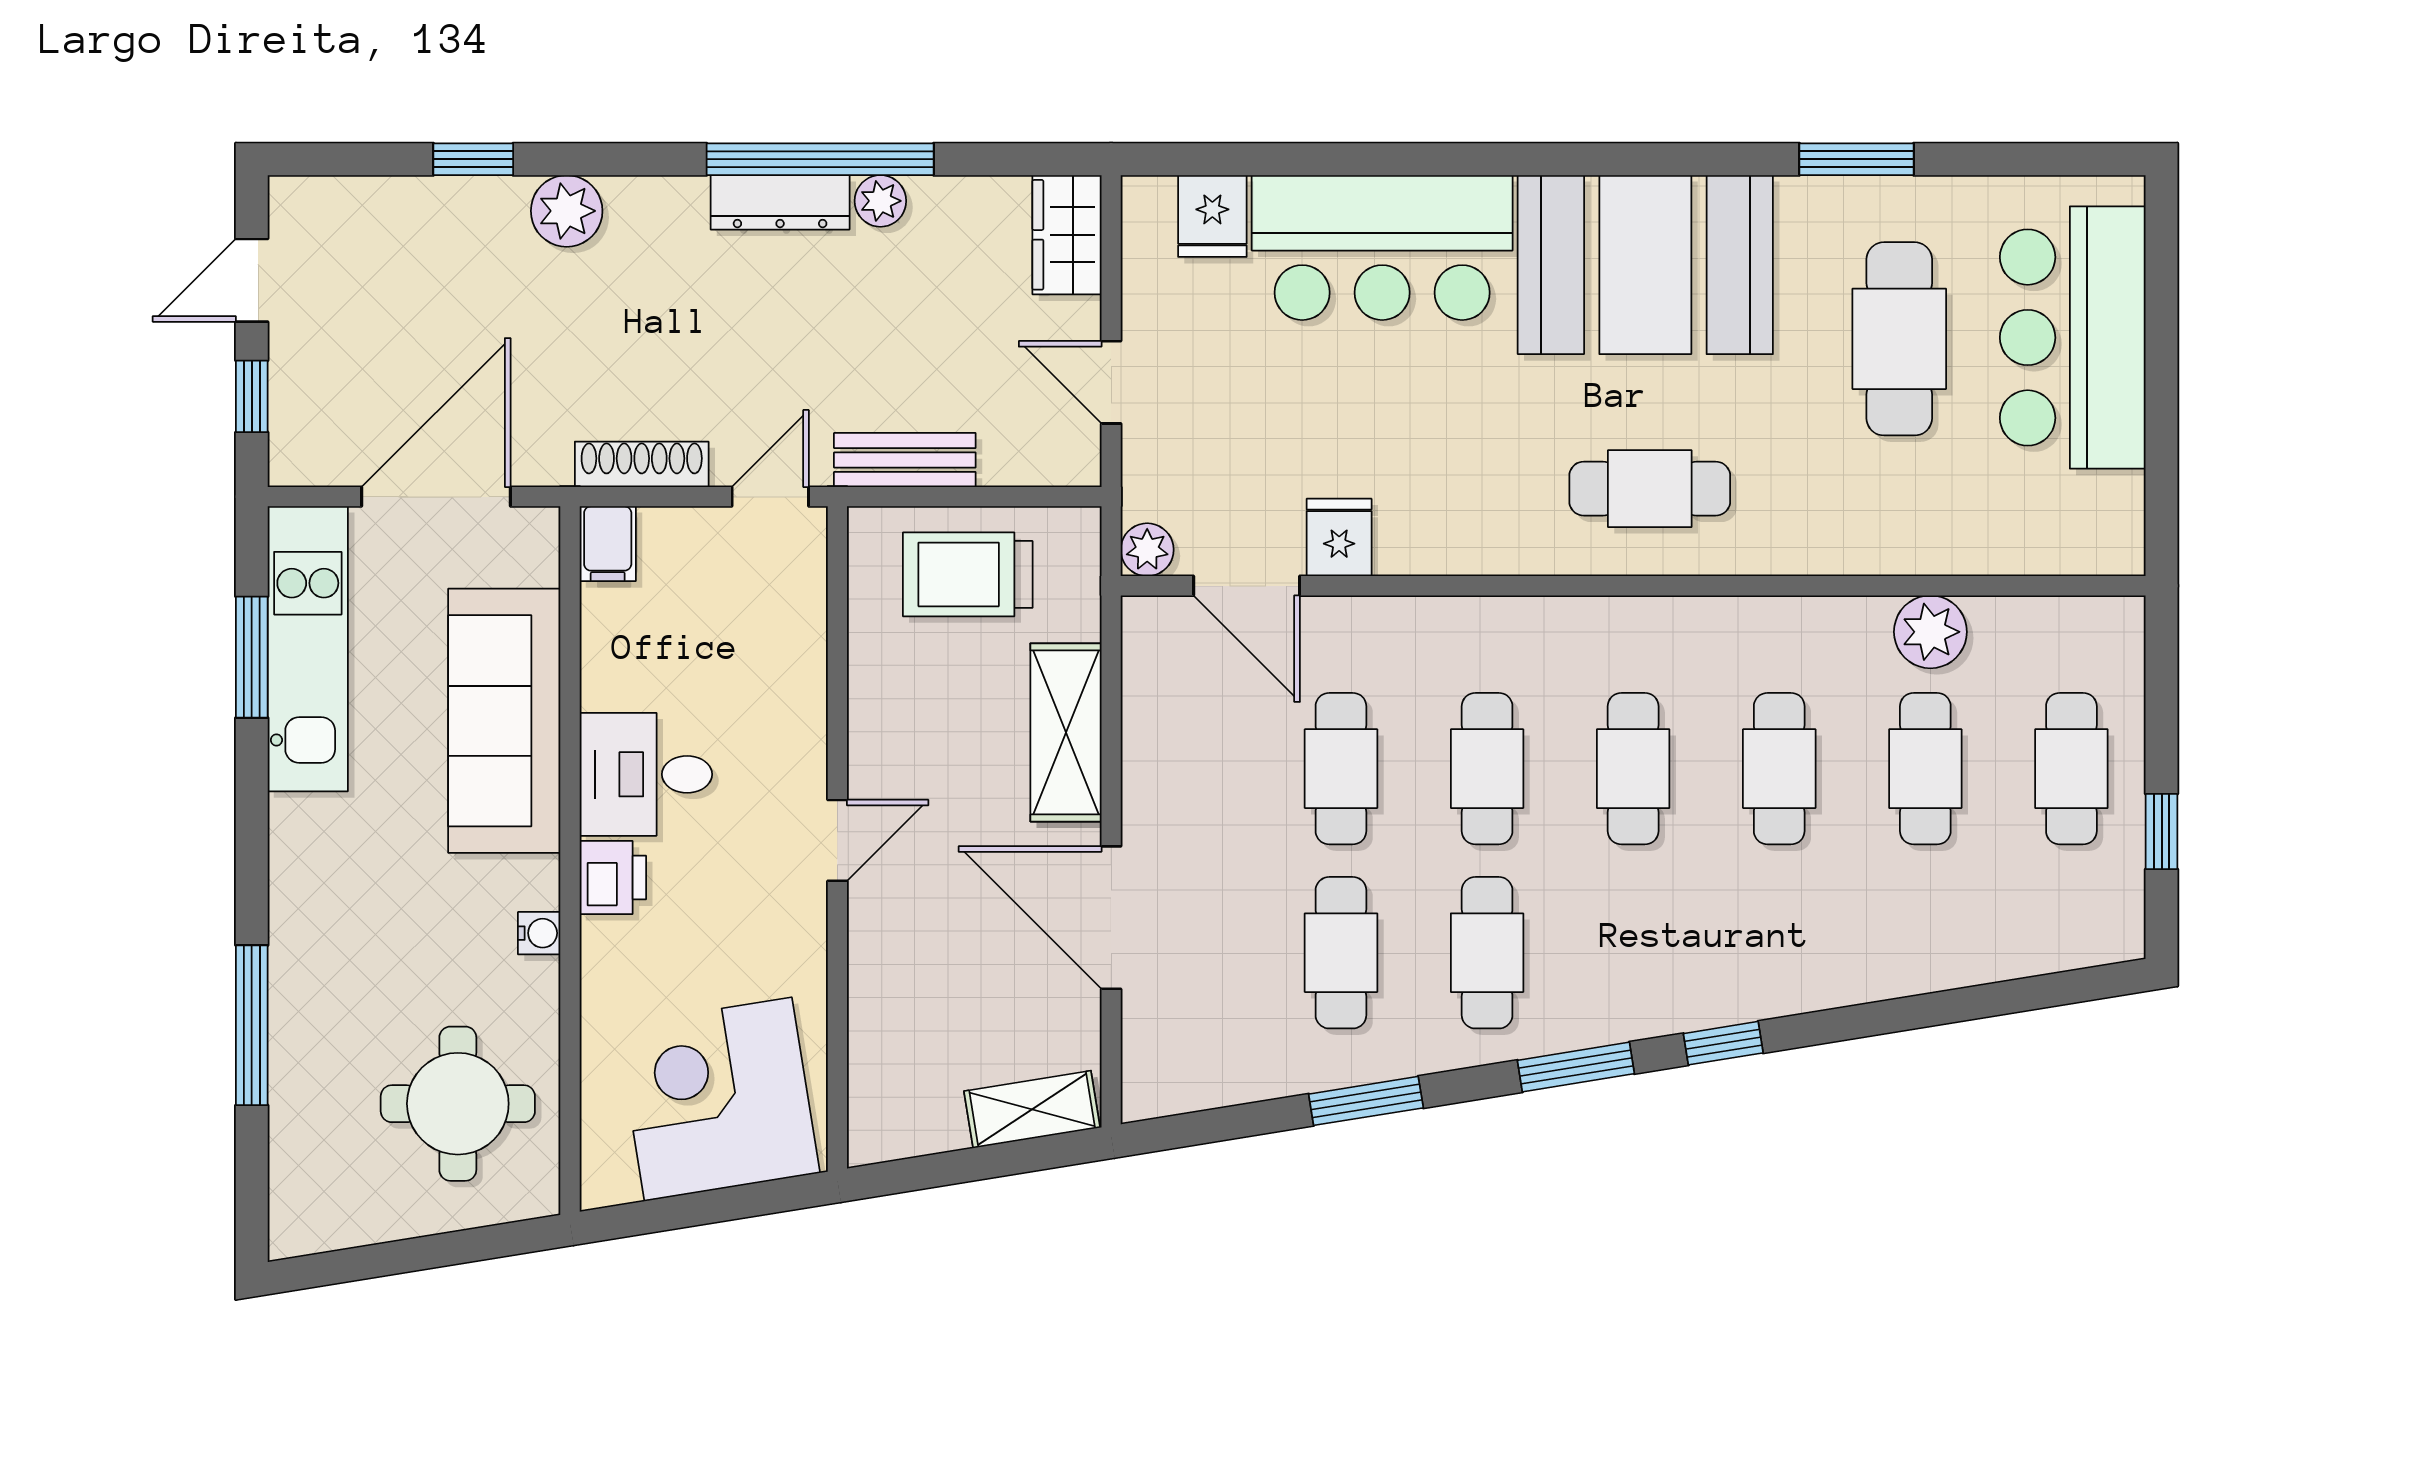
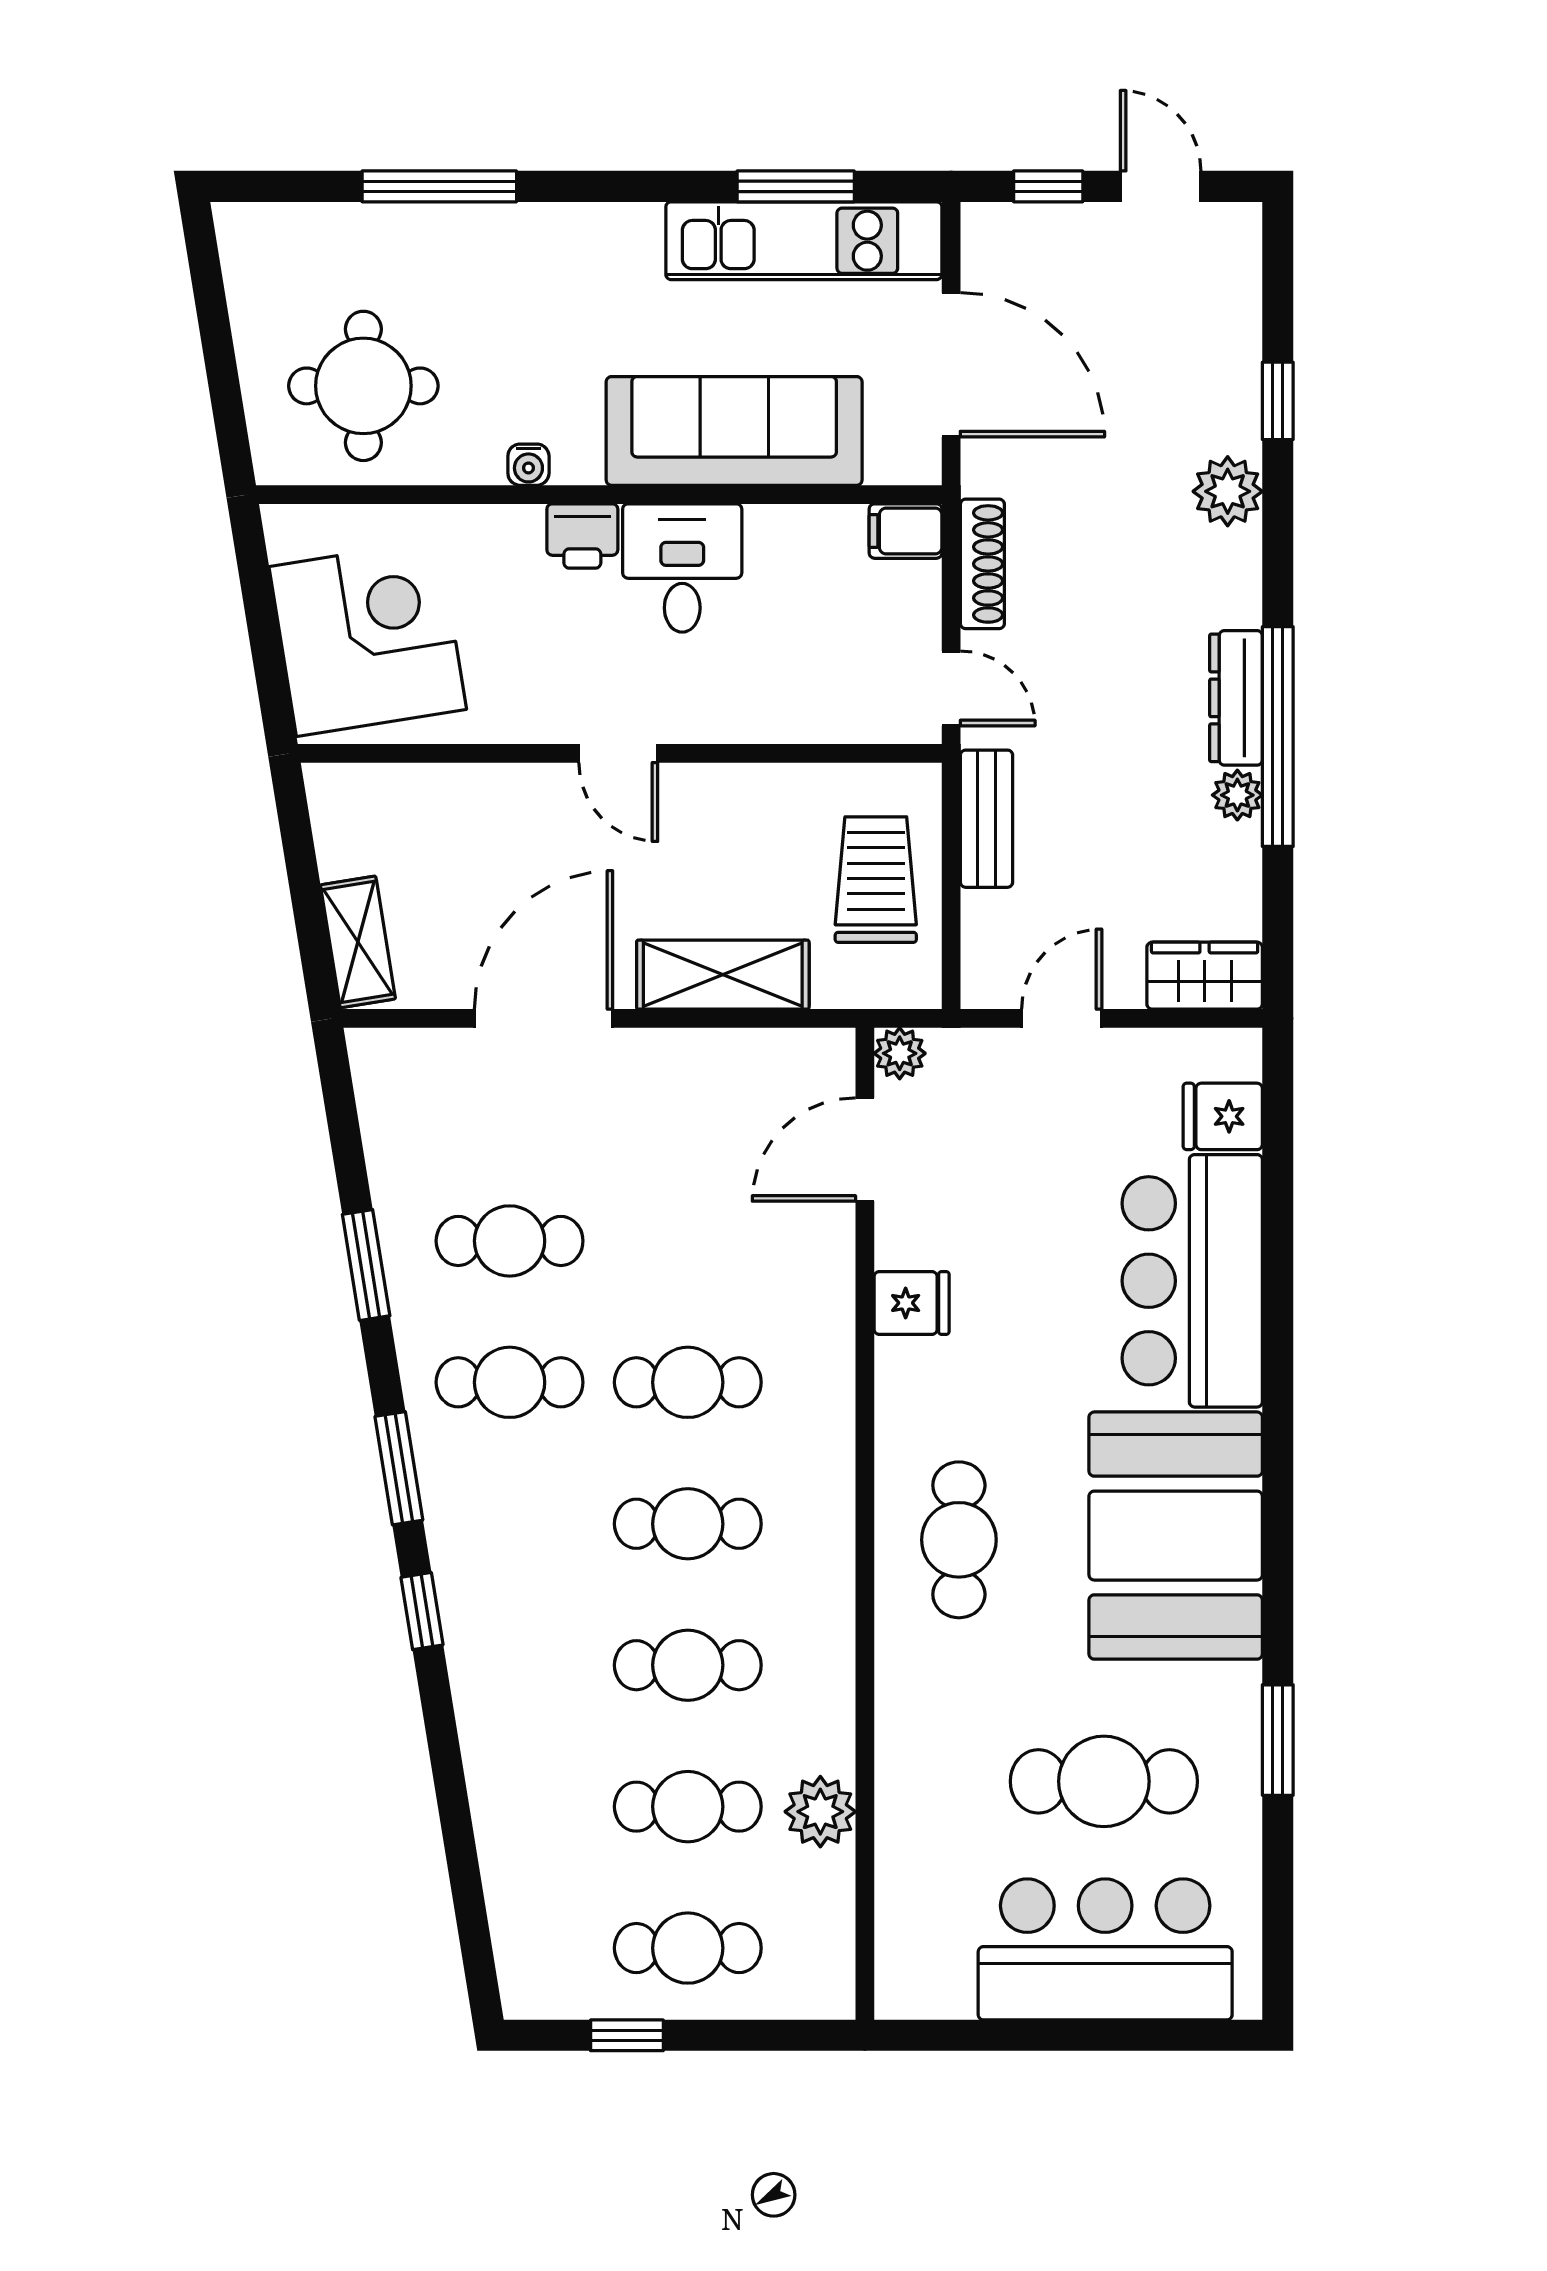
fridge: (1339, 537) -> (912, 1303), moved
cafe table: (1341, 769) -> (688, 1241), removed

